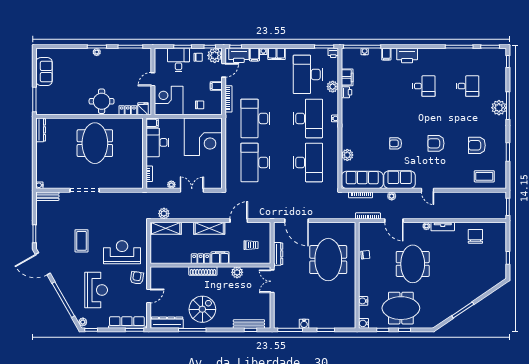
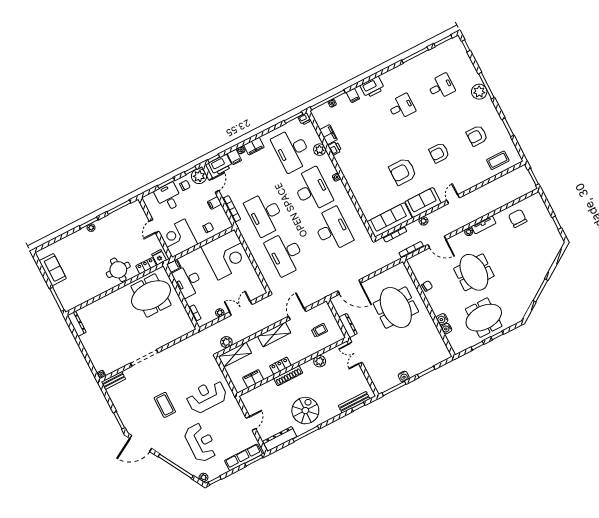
meeting table: (95, 143) -> (151, 296), moved, turned 90
armchair: (396, 143) -> (403, 172), width x1.88, depth x1.88
plant: (347, 155) -> (365, 204), removed
door: (428, 190) -> (453, 199), swing flipped
filing cabinet: (220, 258) -> (253, 379), moved
armchair: (137, 278) -> (232, 413), removed
water cooler: (364, 323) -> (442, 319), moved

